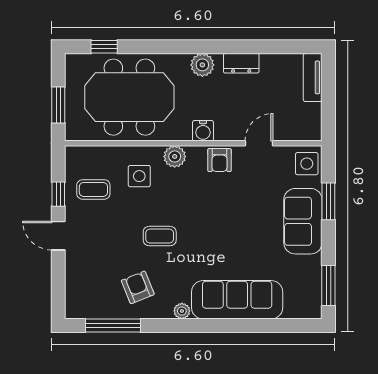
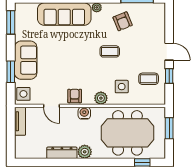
dresser: (241, 63) -> (62, 153), width x1.44
tv unit: (313, 77) -> (20, 121), moved
door: (259, 143) -> (51, 106), hinge flipped

